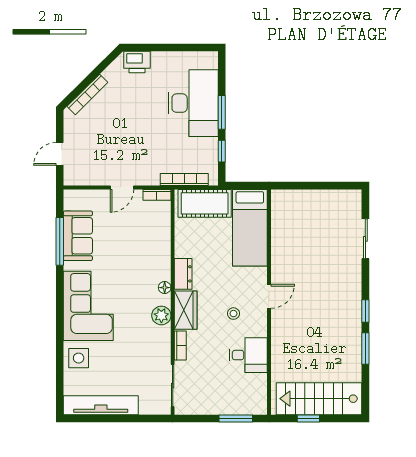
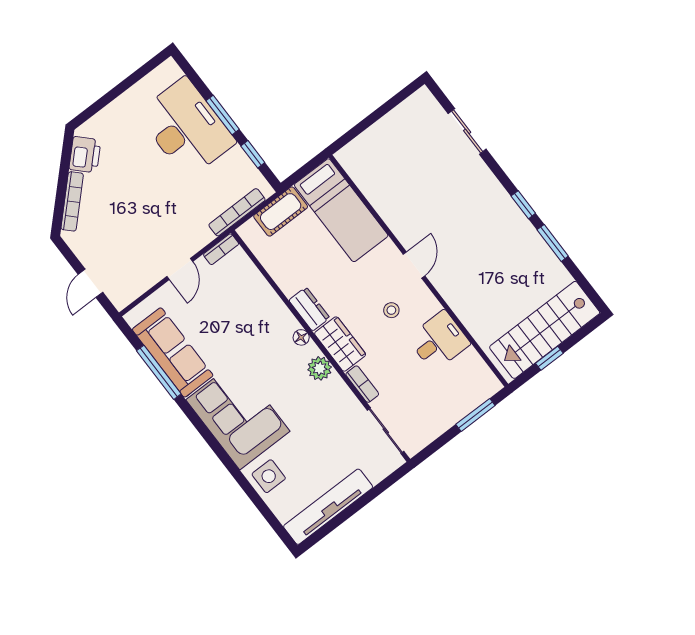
printer: (137, 62) -> (85, 155), moved, turned -45
cot: (205, 203) -> (281, 212), width x0.73, depth x0.75
sofa: (78, 236) -> (173, 352), width x1.36

